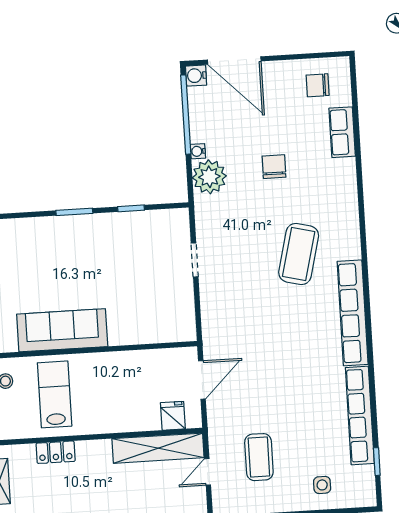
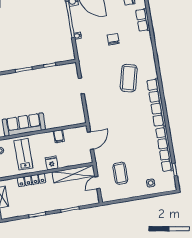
plant: (209, 177) -> (84, 47), removed
filing cabinet: (135, 363) -> (59, 136), added
fridge: (173, 416) -> (52, 163), moved
locker: (56, 452) -> (32, 180), width x1.53

